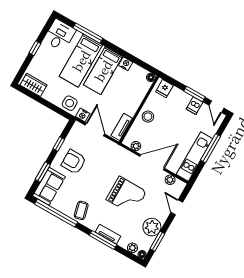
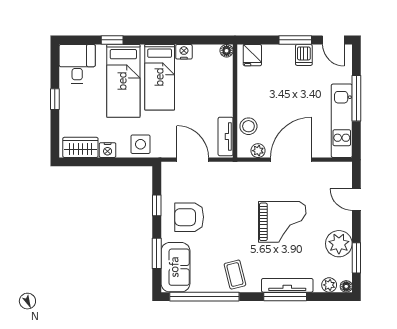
window: (88, 33) -> (112, 40), width x0.46
nightstand: (83, 115) -> (108, 150), moved
stool: (148, 117) -> (248, 126), moved
plant: (170, 180) -> (327, 169), removed
tv unit: (108, 234) -> (287, 285), width x1.41

